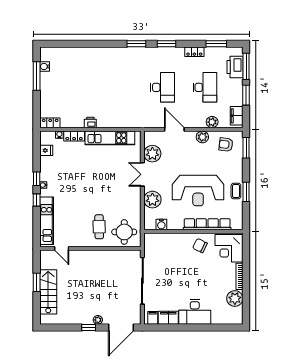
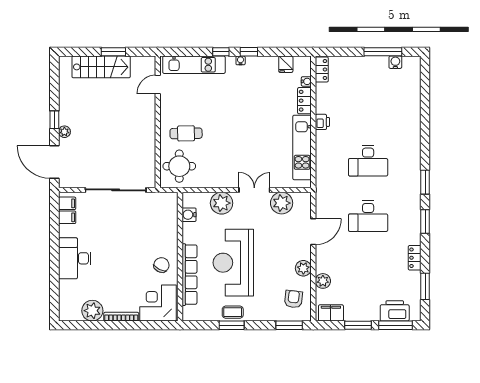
desk: (205, 87) -> (368, 161), moved
filing cabinet: (168, 318) -> (67, 217), width x0.50

